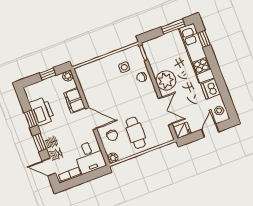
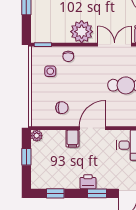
filing cabinet: (74, 101) -> (72, 138), width x0.50
printer: (42, 111) -> (88, 182), moved, width x0.53, depth x0.68
window: (31, 119) -> (55, 193), moved
chair: (112, 135) -> (62, 108), moved

